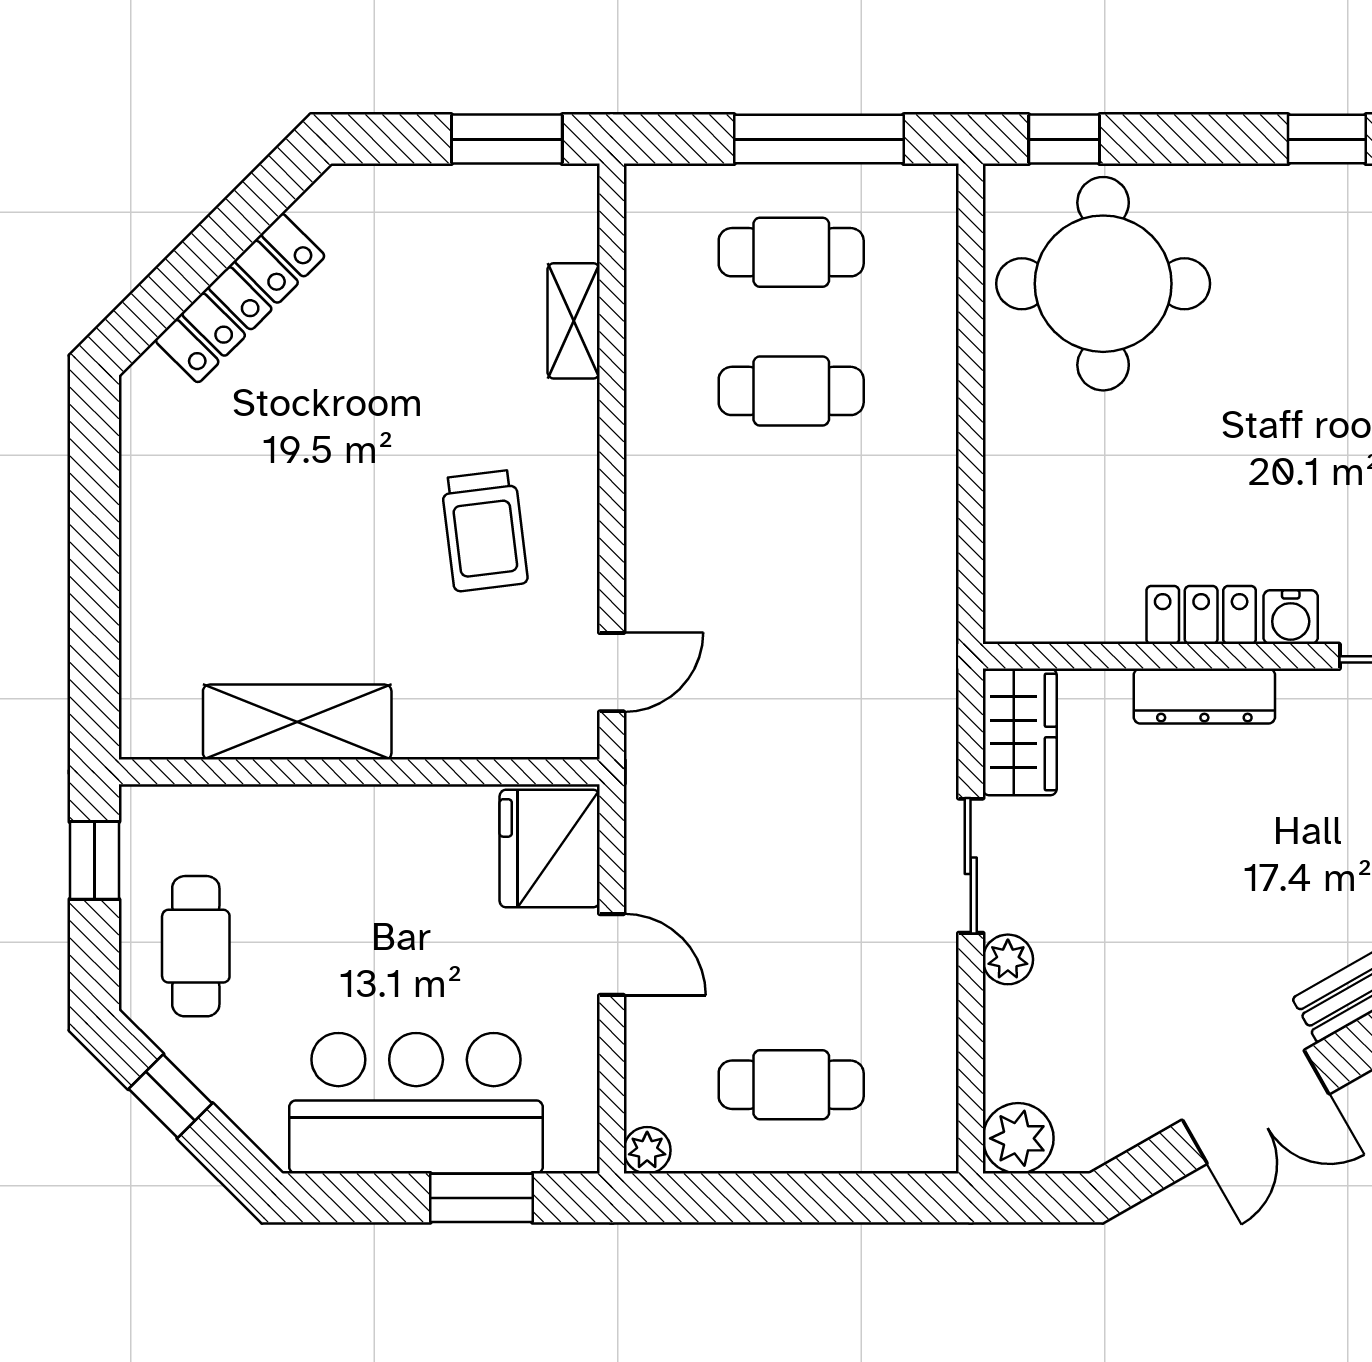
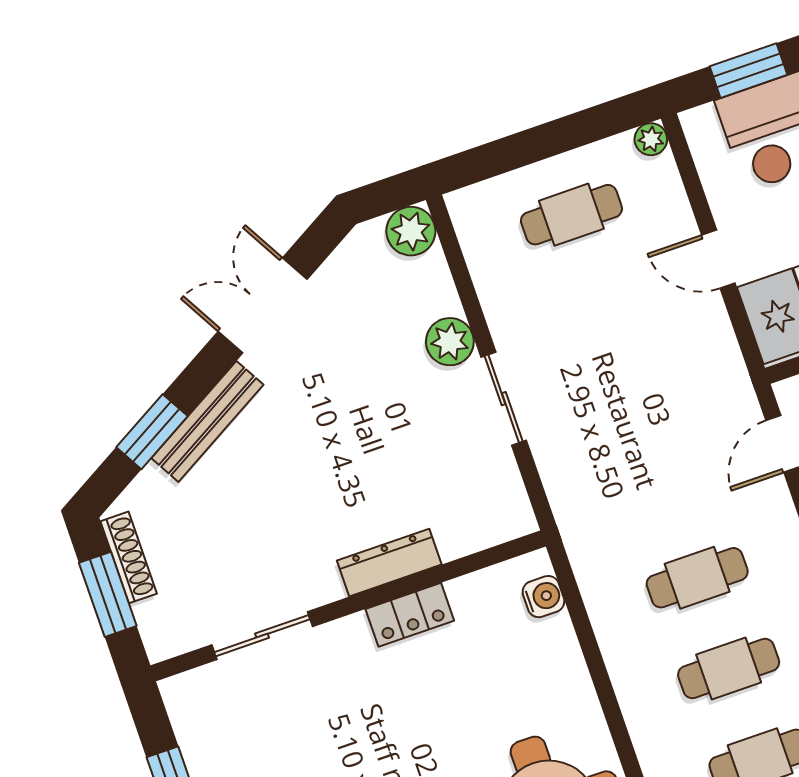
cafe table: (791, 530) -> (697, 578), added
water cooler: (1291, 617) -> (543, 597), moved, turned 90
wardrobe: (1020, 732) -> (502, 497), removed
plant: (1008, 959) -> (450, 342), width x1.38, depth x1.38

